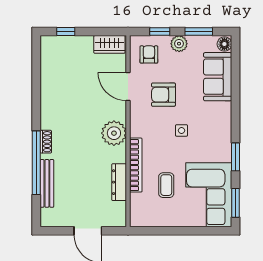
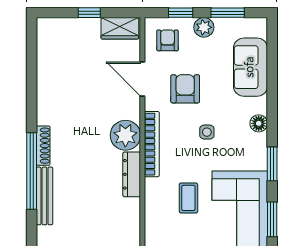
window: (66, 31) -> (89, 13), moved
floor lamp: (224, 44) -> (259, 123), moved
armchair: (163, 95) -> (185, 89), turned 90
shoe rack: (46, 142) -> (43, 146), width x1.43
bookcase: (136, 165) -> (152, 144), moved
dresser: (119, 182) -> (132, 174), moved

